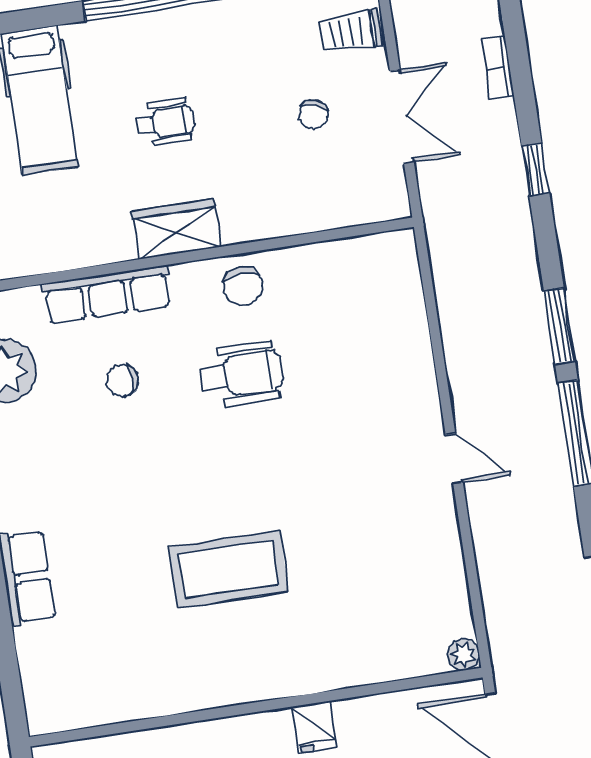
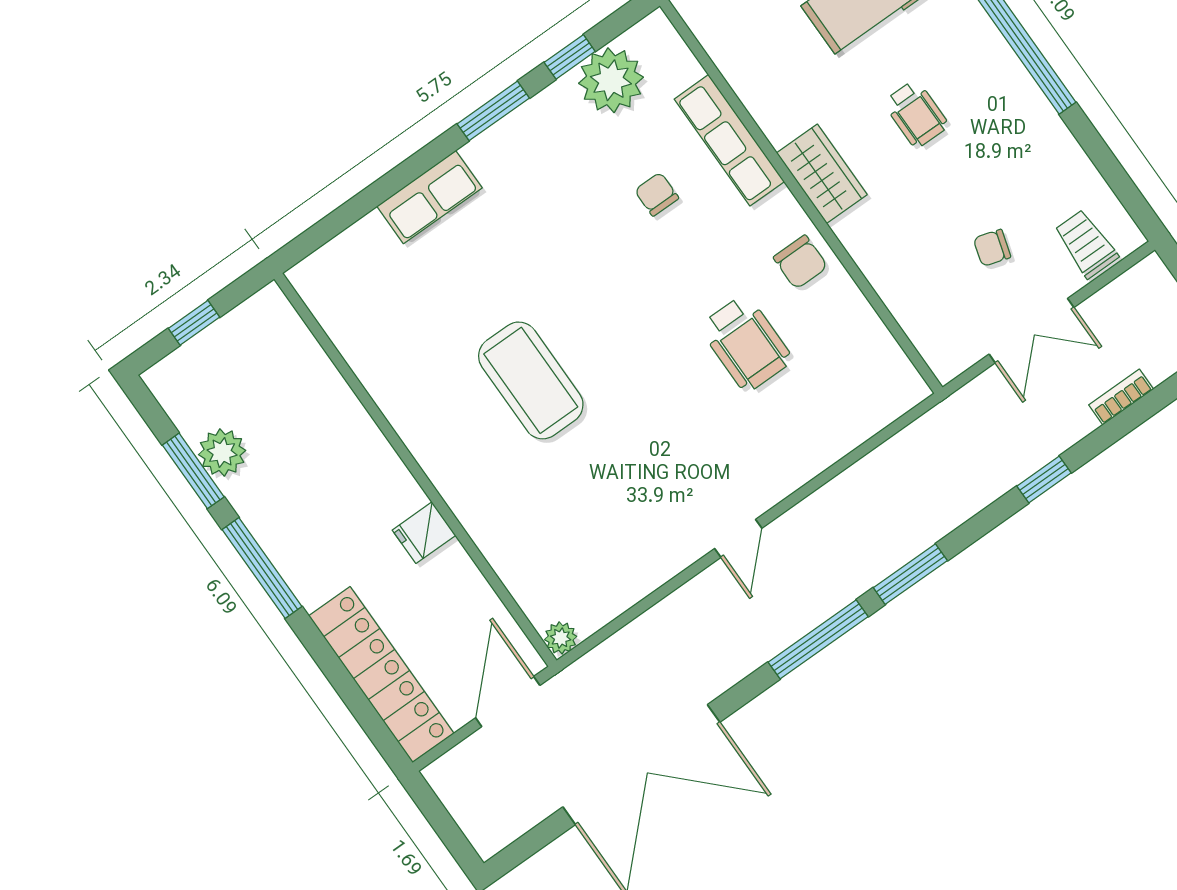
chair: (243, 286) -> (800, 262), turned -90
wheelchair: (242, 374) -> (746, 343), moved

